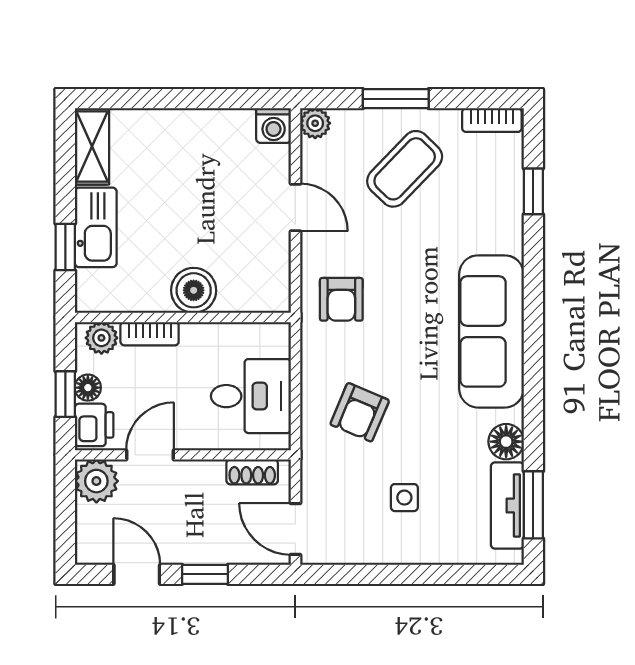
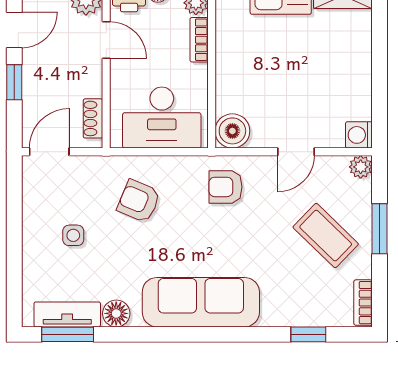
boiler: (194, 290) -> (232, 131), moved
desk: (251, 396) -> (162, 118), width x1.37

